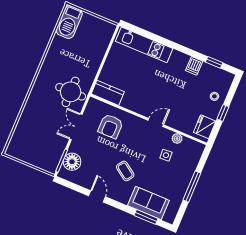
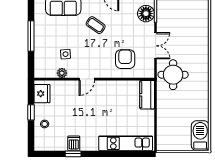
window: (214, 62) -> (73, 154), moved
kitchen counter: (108, 93) -> (147, 95), moved, turned 90

